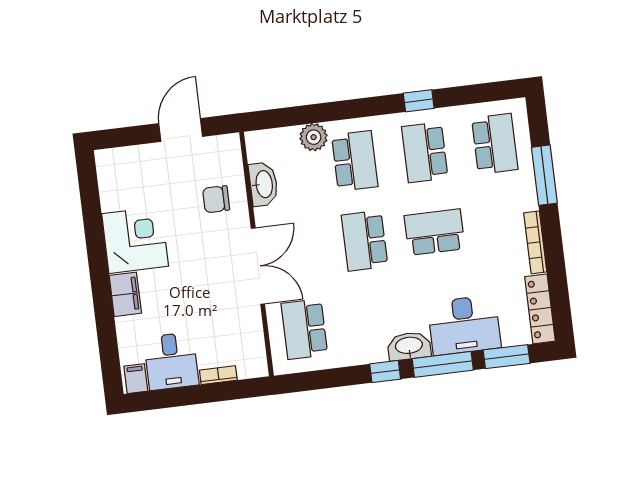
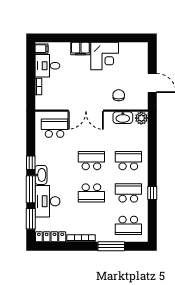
plant: (314, 137) -> (141, 118), moved
school desk: (355, 161) -> (128, 161), turned 180
school desk: (435, 232) -> (91, 193), turned 90

